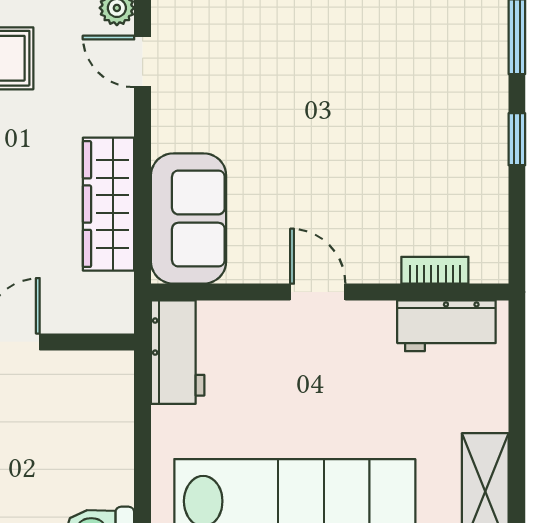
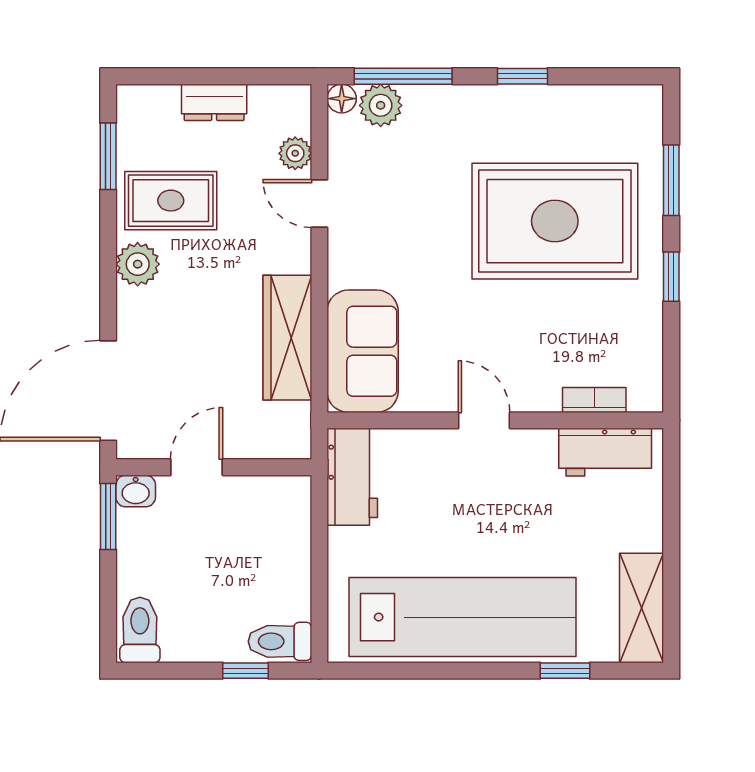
rug: (393, 80) -> (555, 221), added

